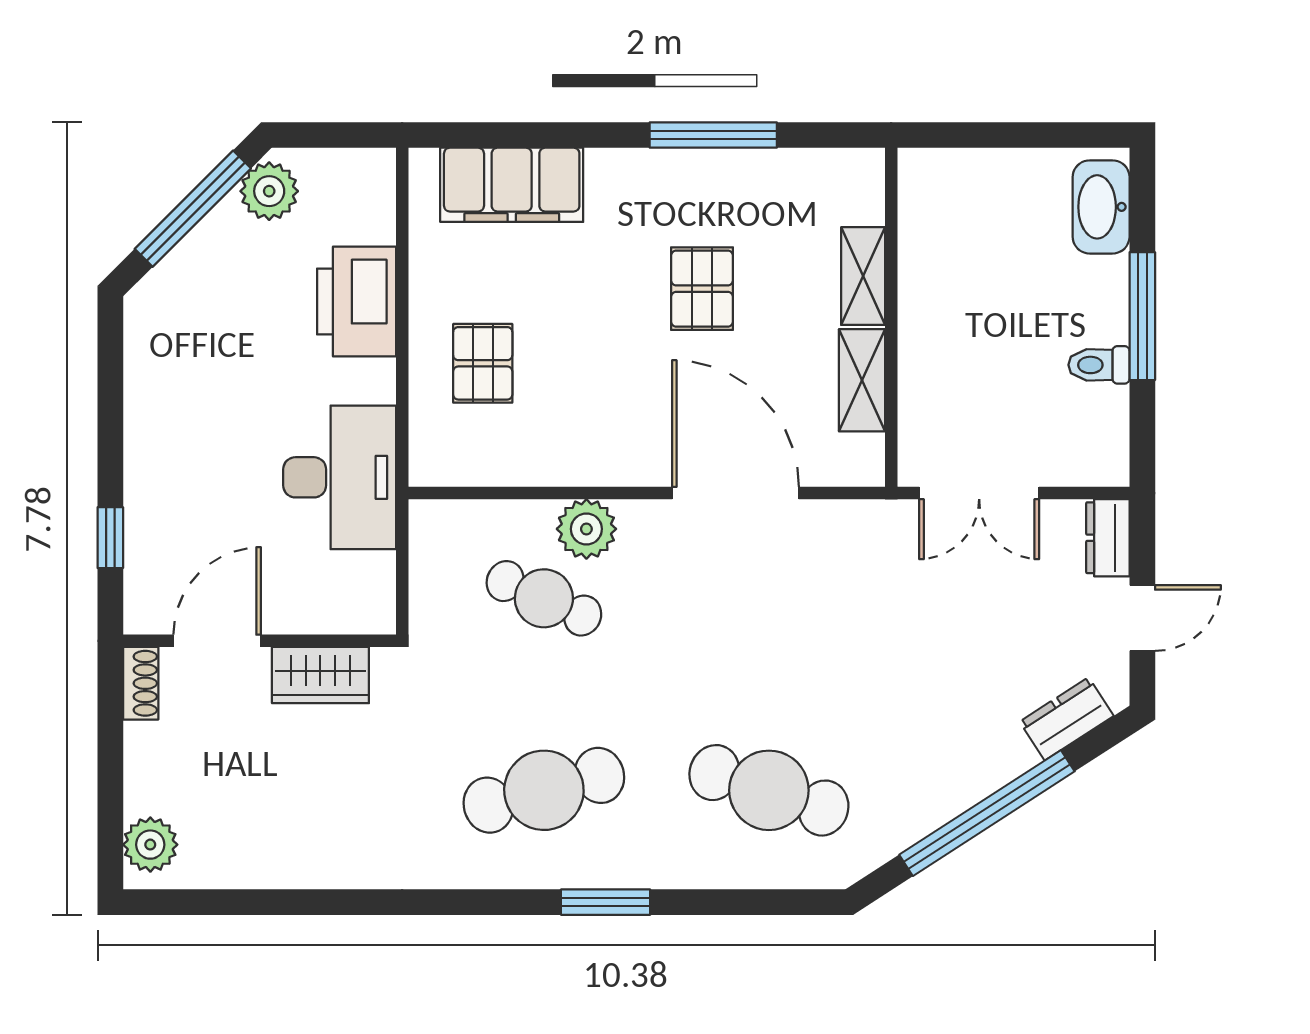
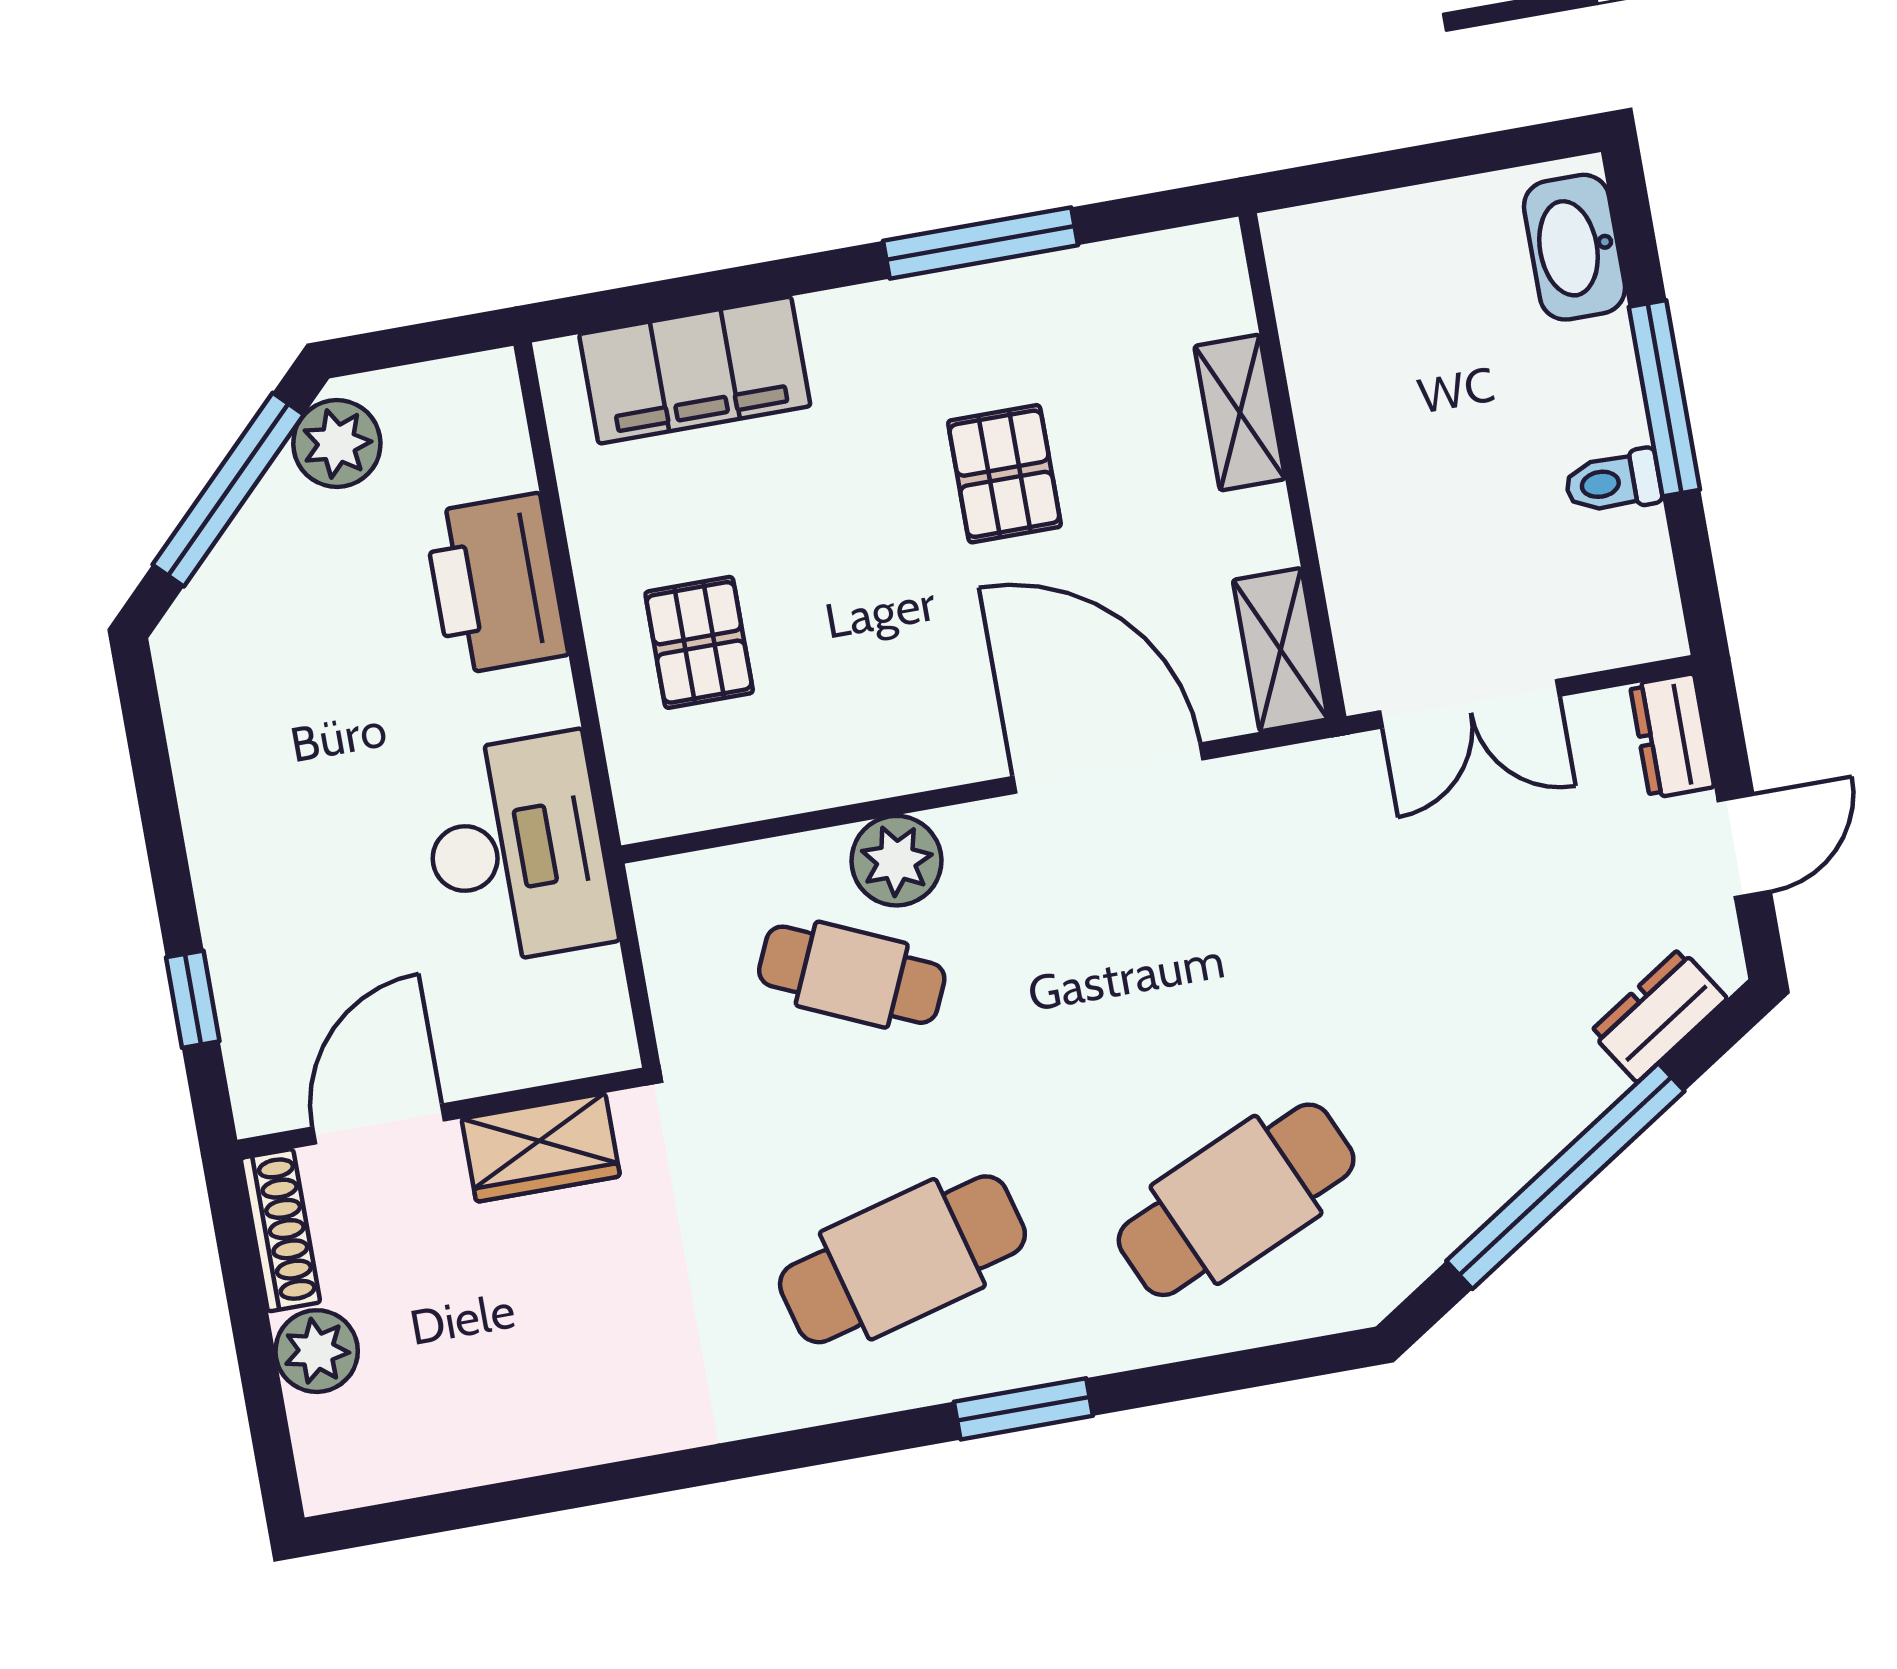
shelving: (862, 380) -> (1280, 650), moved
shoe rack: (141, 683) -> (280, 1230), width x1.43
cafe table: (769, 790) -> (1236, 1200), turned -42
plant: (150, 845) -> (317, 1351), moved

